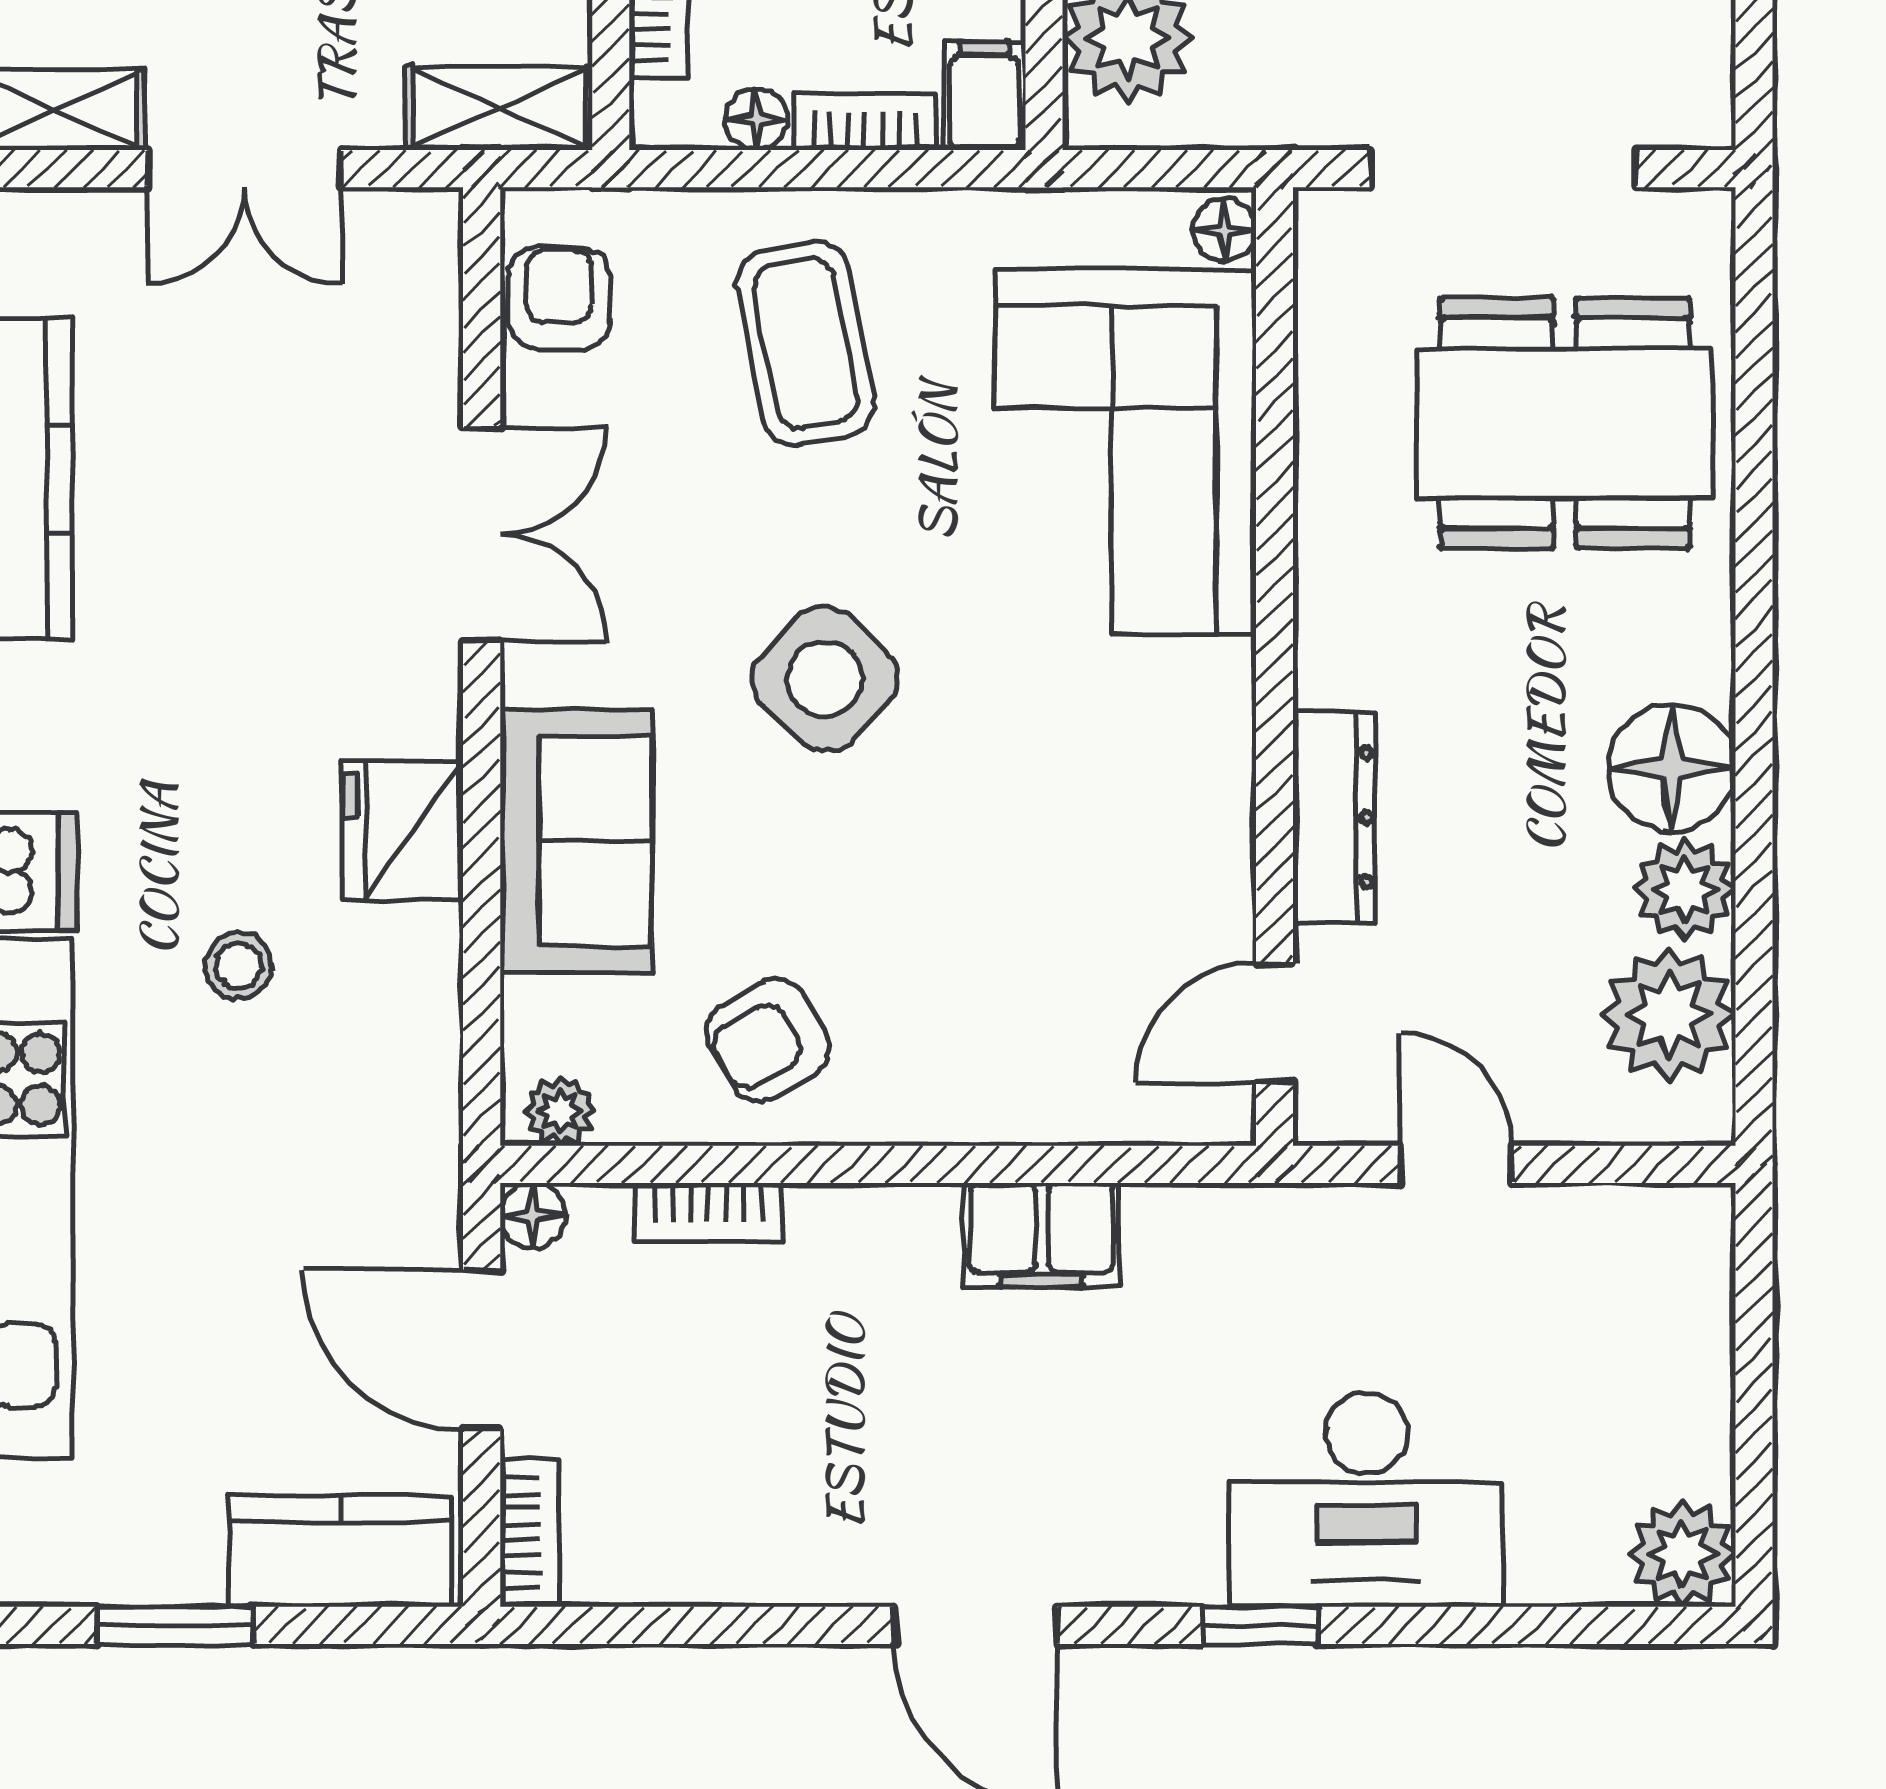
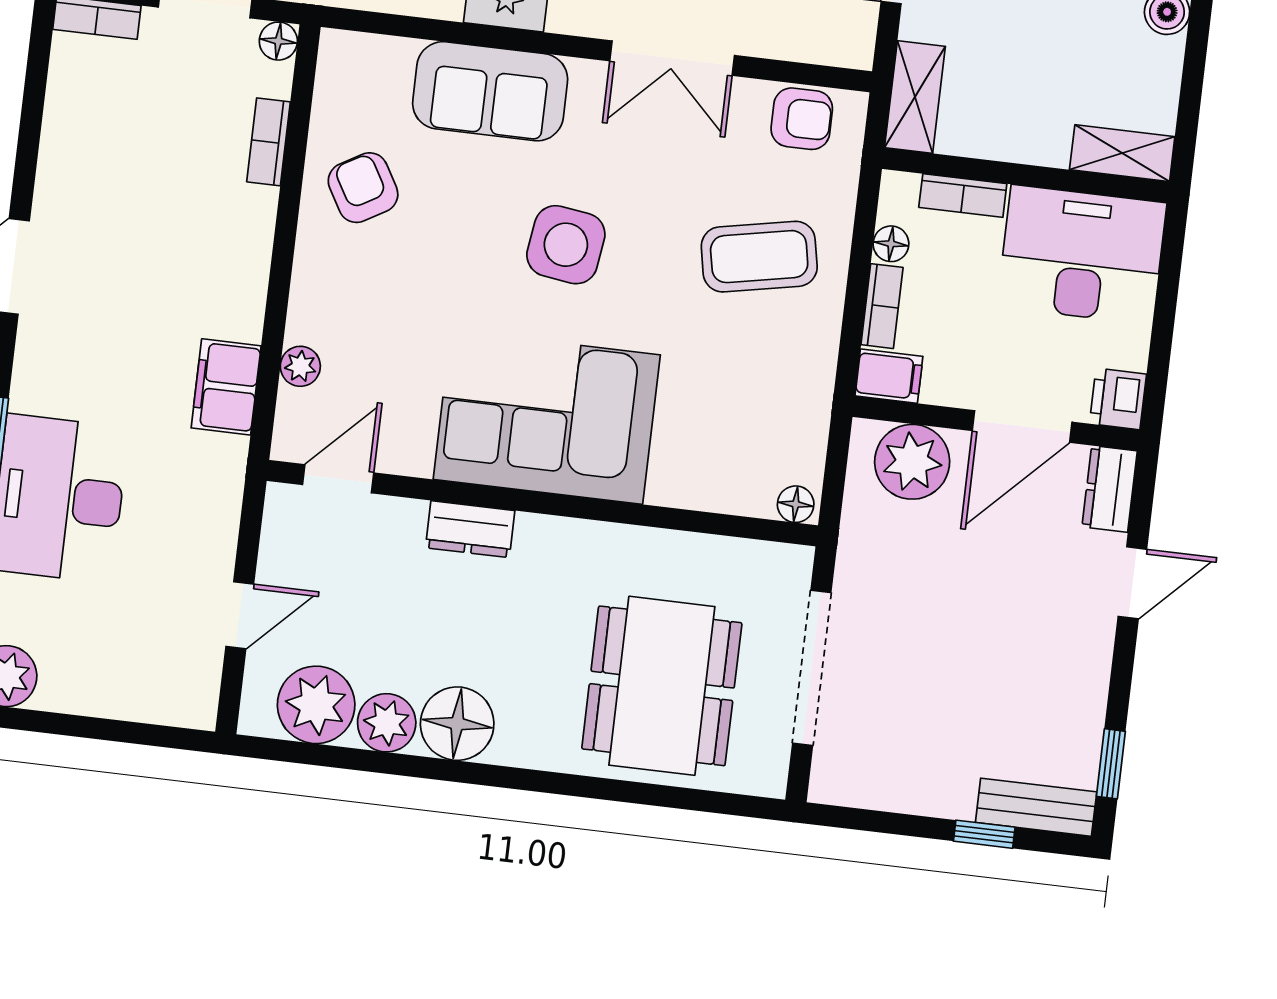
corner sofa: (1125, 452) -> (547, 417), moved
side table: (825, 679) -> (566, 245), turned -35
dresser: (1334, 817) -> (470, 529), width x0.70
door: (1275, 1023) -> (338, 479), hinge flipped
plant: (560, 1111) -> (300, 366), moved
door: (1456, 1164) -> (240, 615), moved
filing cabinet: (1041, 1235) -> (226, 387), moved

